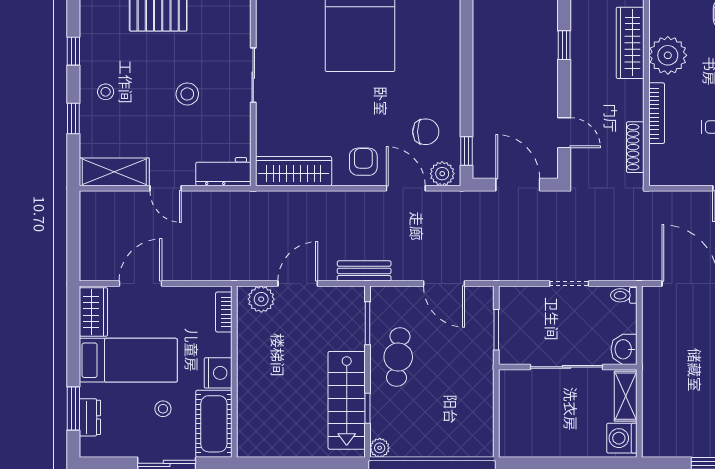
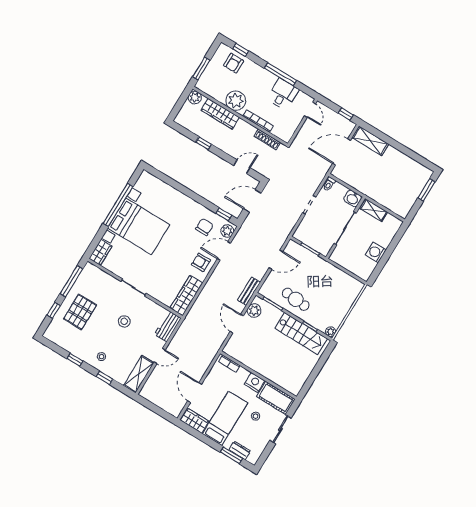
plant: (261, 299) -> (254, 311), moved
washing machine: (622, 438) -> (376, 252), moved, turned 90

